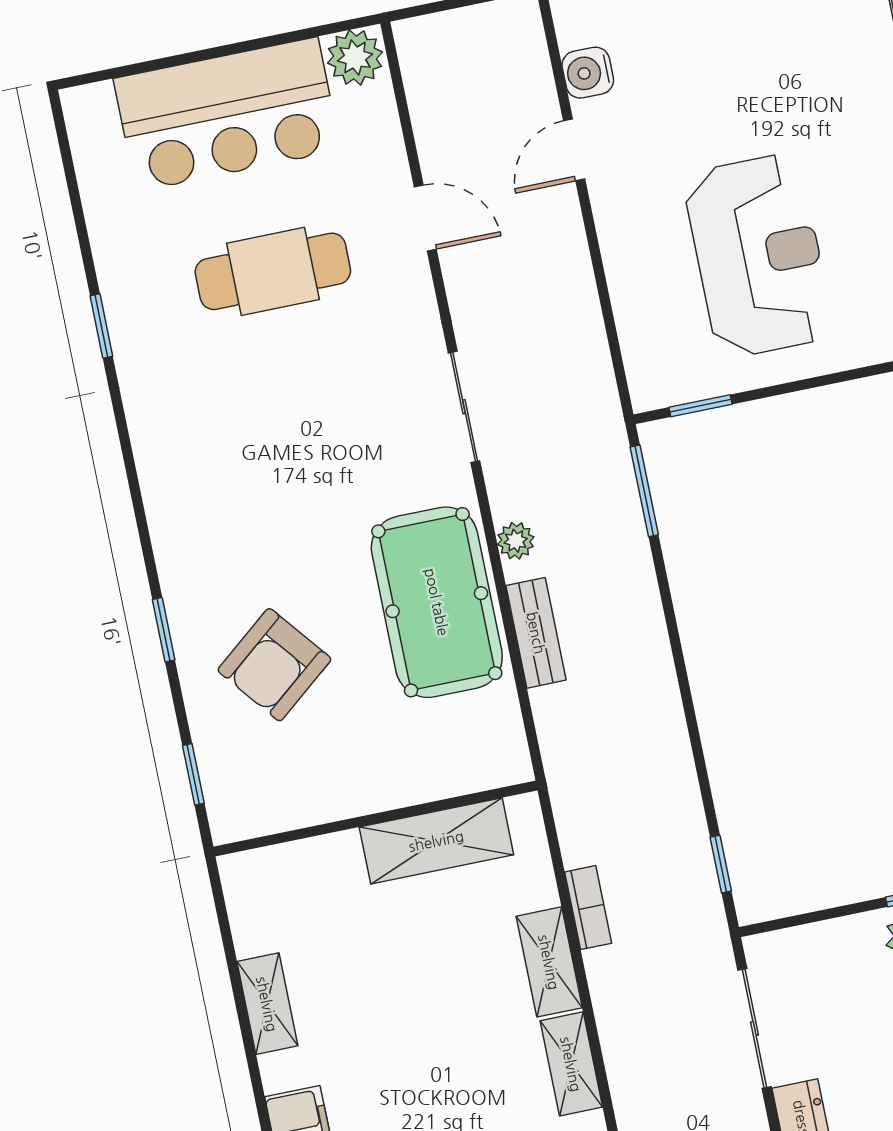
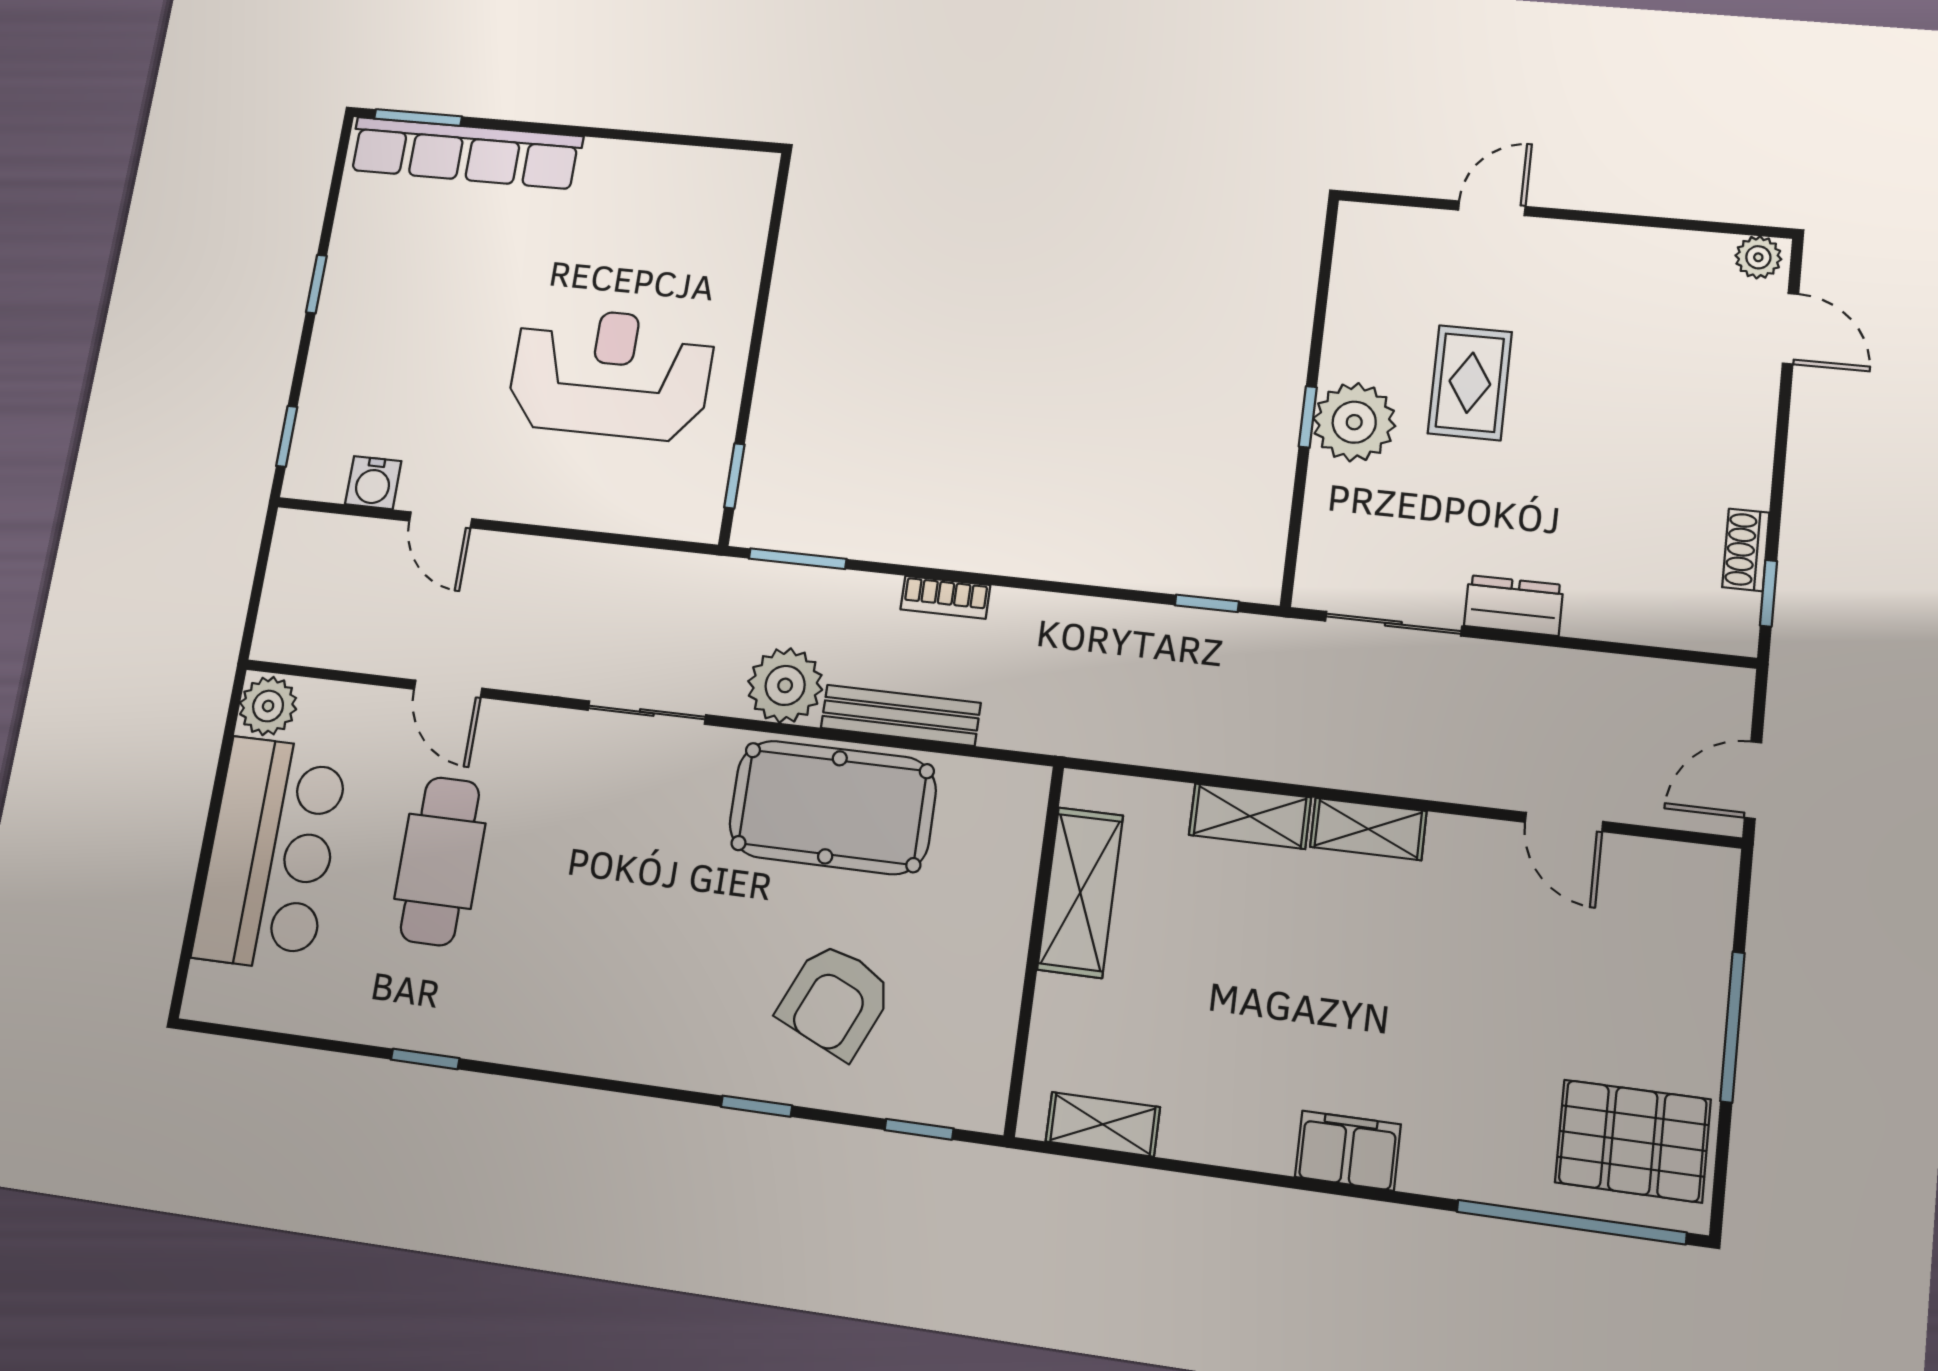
door: (425, 218) -> (448, 689), swing flipped
plant: (516, 541) -> (785, 685), width x1.88, depth x1.88
bench: (536, 633) -> (901, 715), width x1.36
armchair: (274, 665) -> (835, 1000), turned 63
bookcase: (588, 908) -> (945, 597), moved, turned 180
shelving: (267, 1004) -> (1103, 1124), moved

